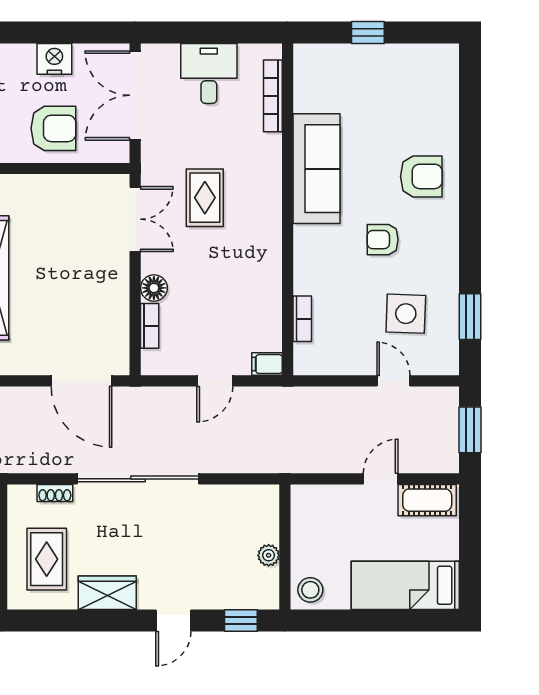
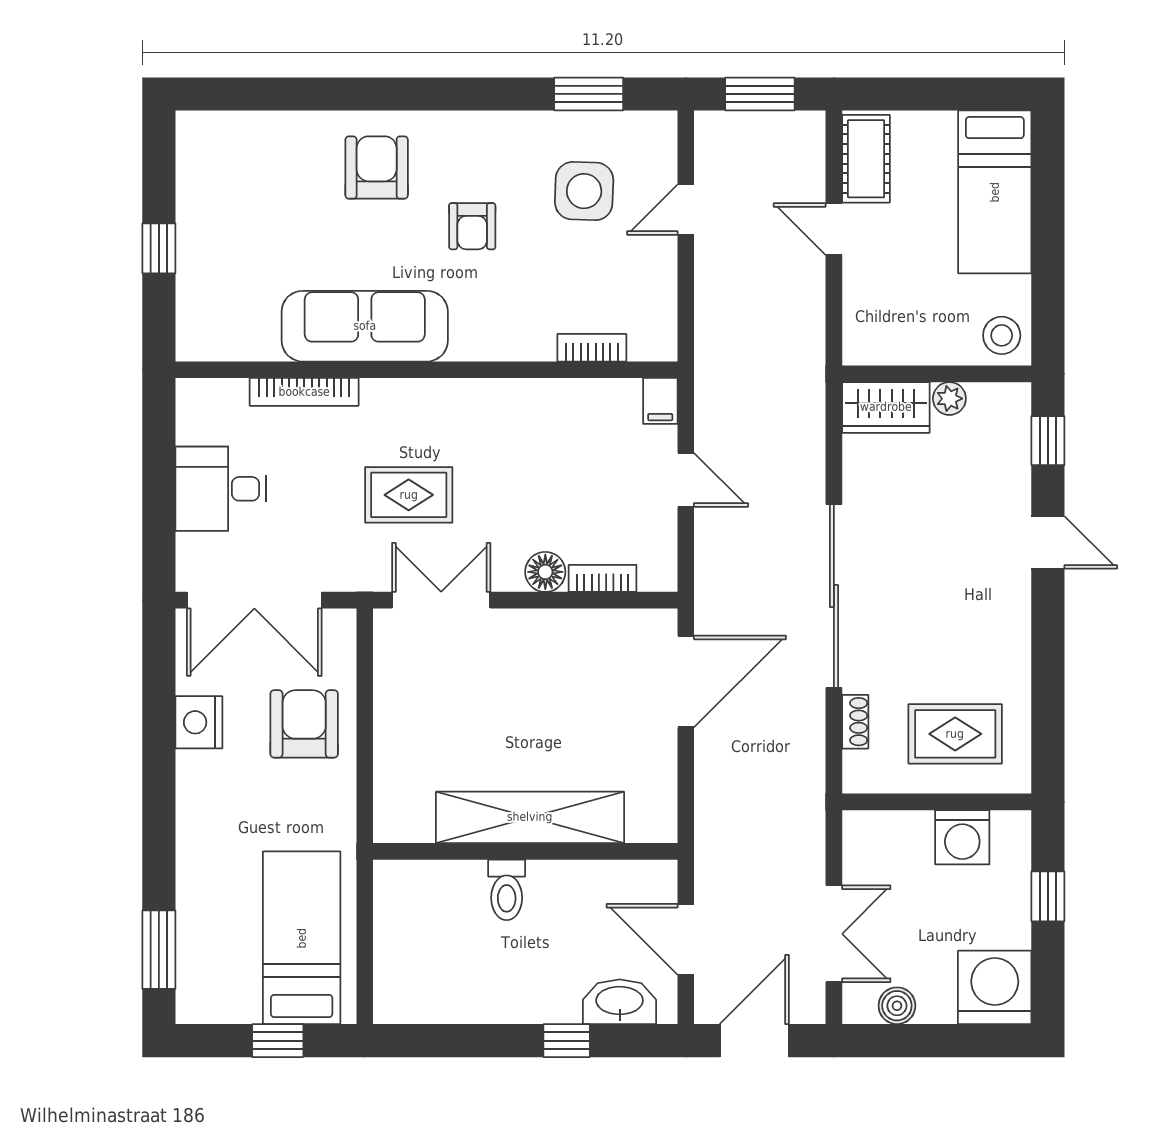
bookcase: (273, 96) -> (304, 392), moved
wardrobe: (107, 593) -> (886, 407), moved, turned -90

